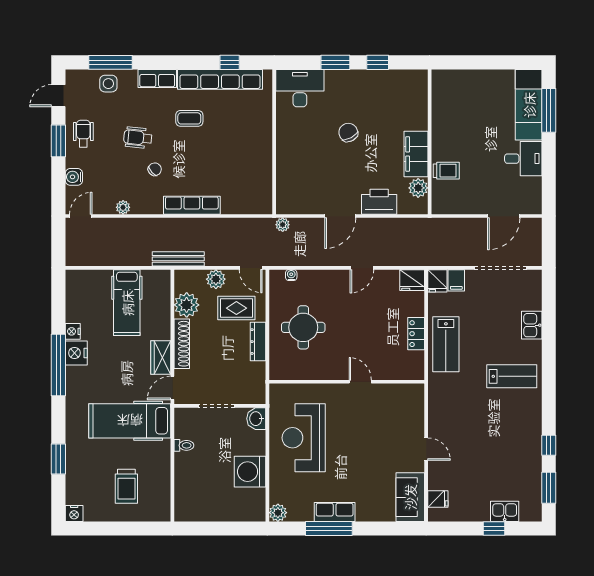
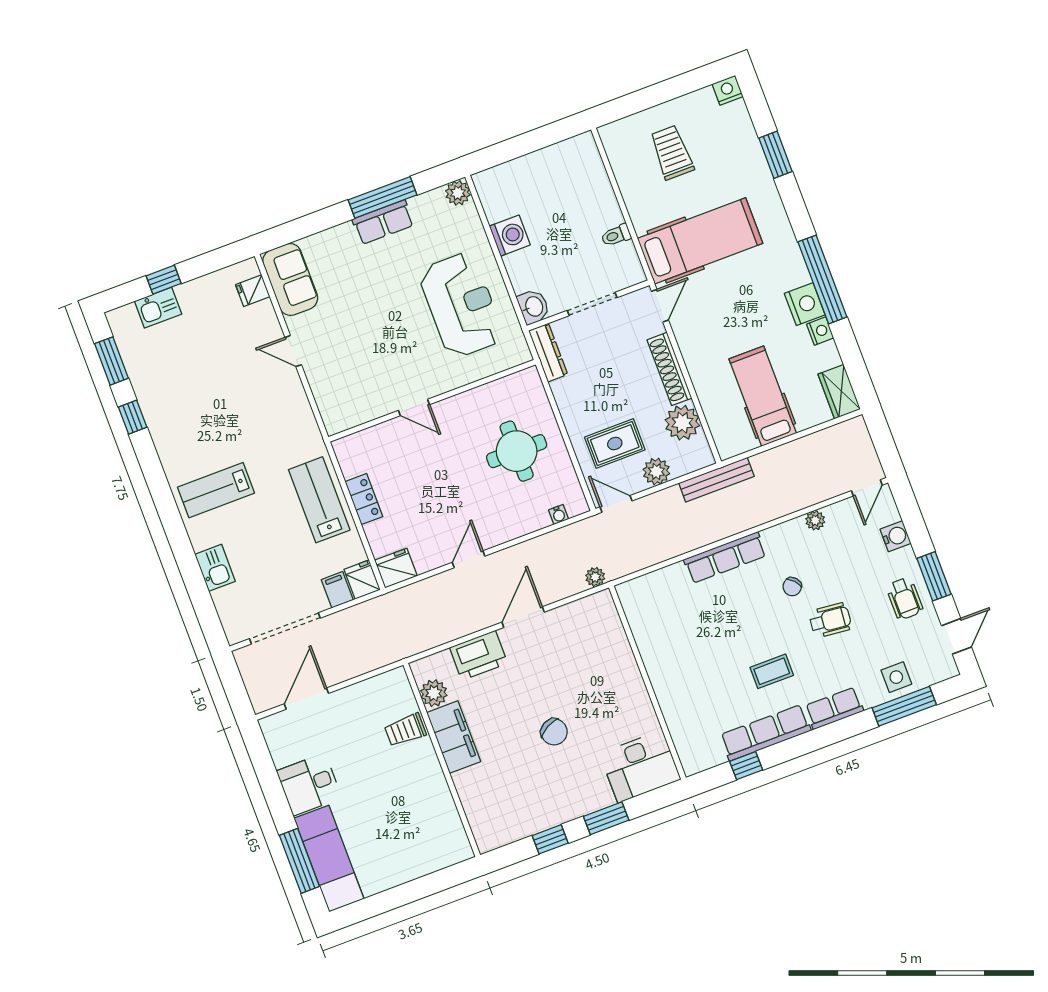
row of seats: (220, 79) -> (766, 733), width x0.73
dresser: (258, 342) -> (548, 353), moved
wardrobe: (161, 358) -> (839, 392), moved, turned 180
washing machine: (250, 472) -> (510, 236), width x0.73, depth x0.73

